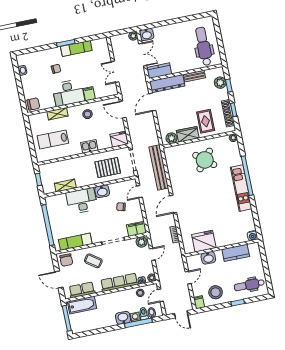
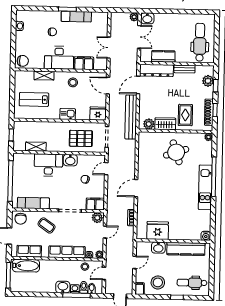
kitchen counter: (159, 71) -> (163, 56), moved
filing cabinet: (89, 94) -> (84, 63), width x2.00
round table: (205, 160) -> (176, 152), turned 33
bench: (159, 167) -> (131, 117), moved
kitchen counter: (236, 253) -> (186, 249), width x1.50

